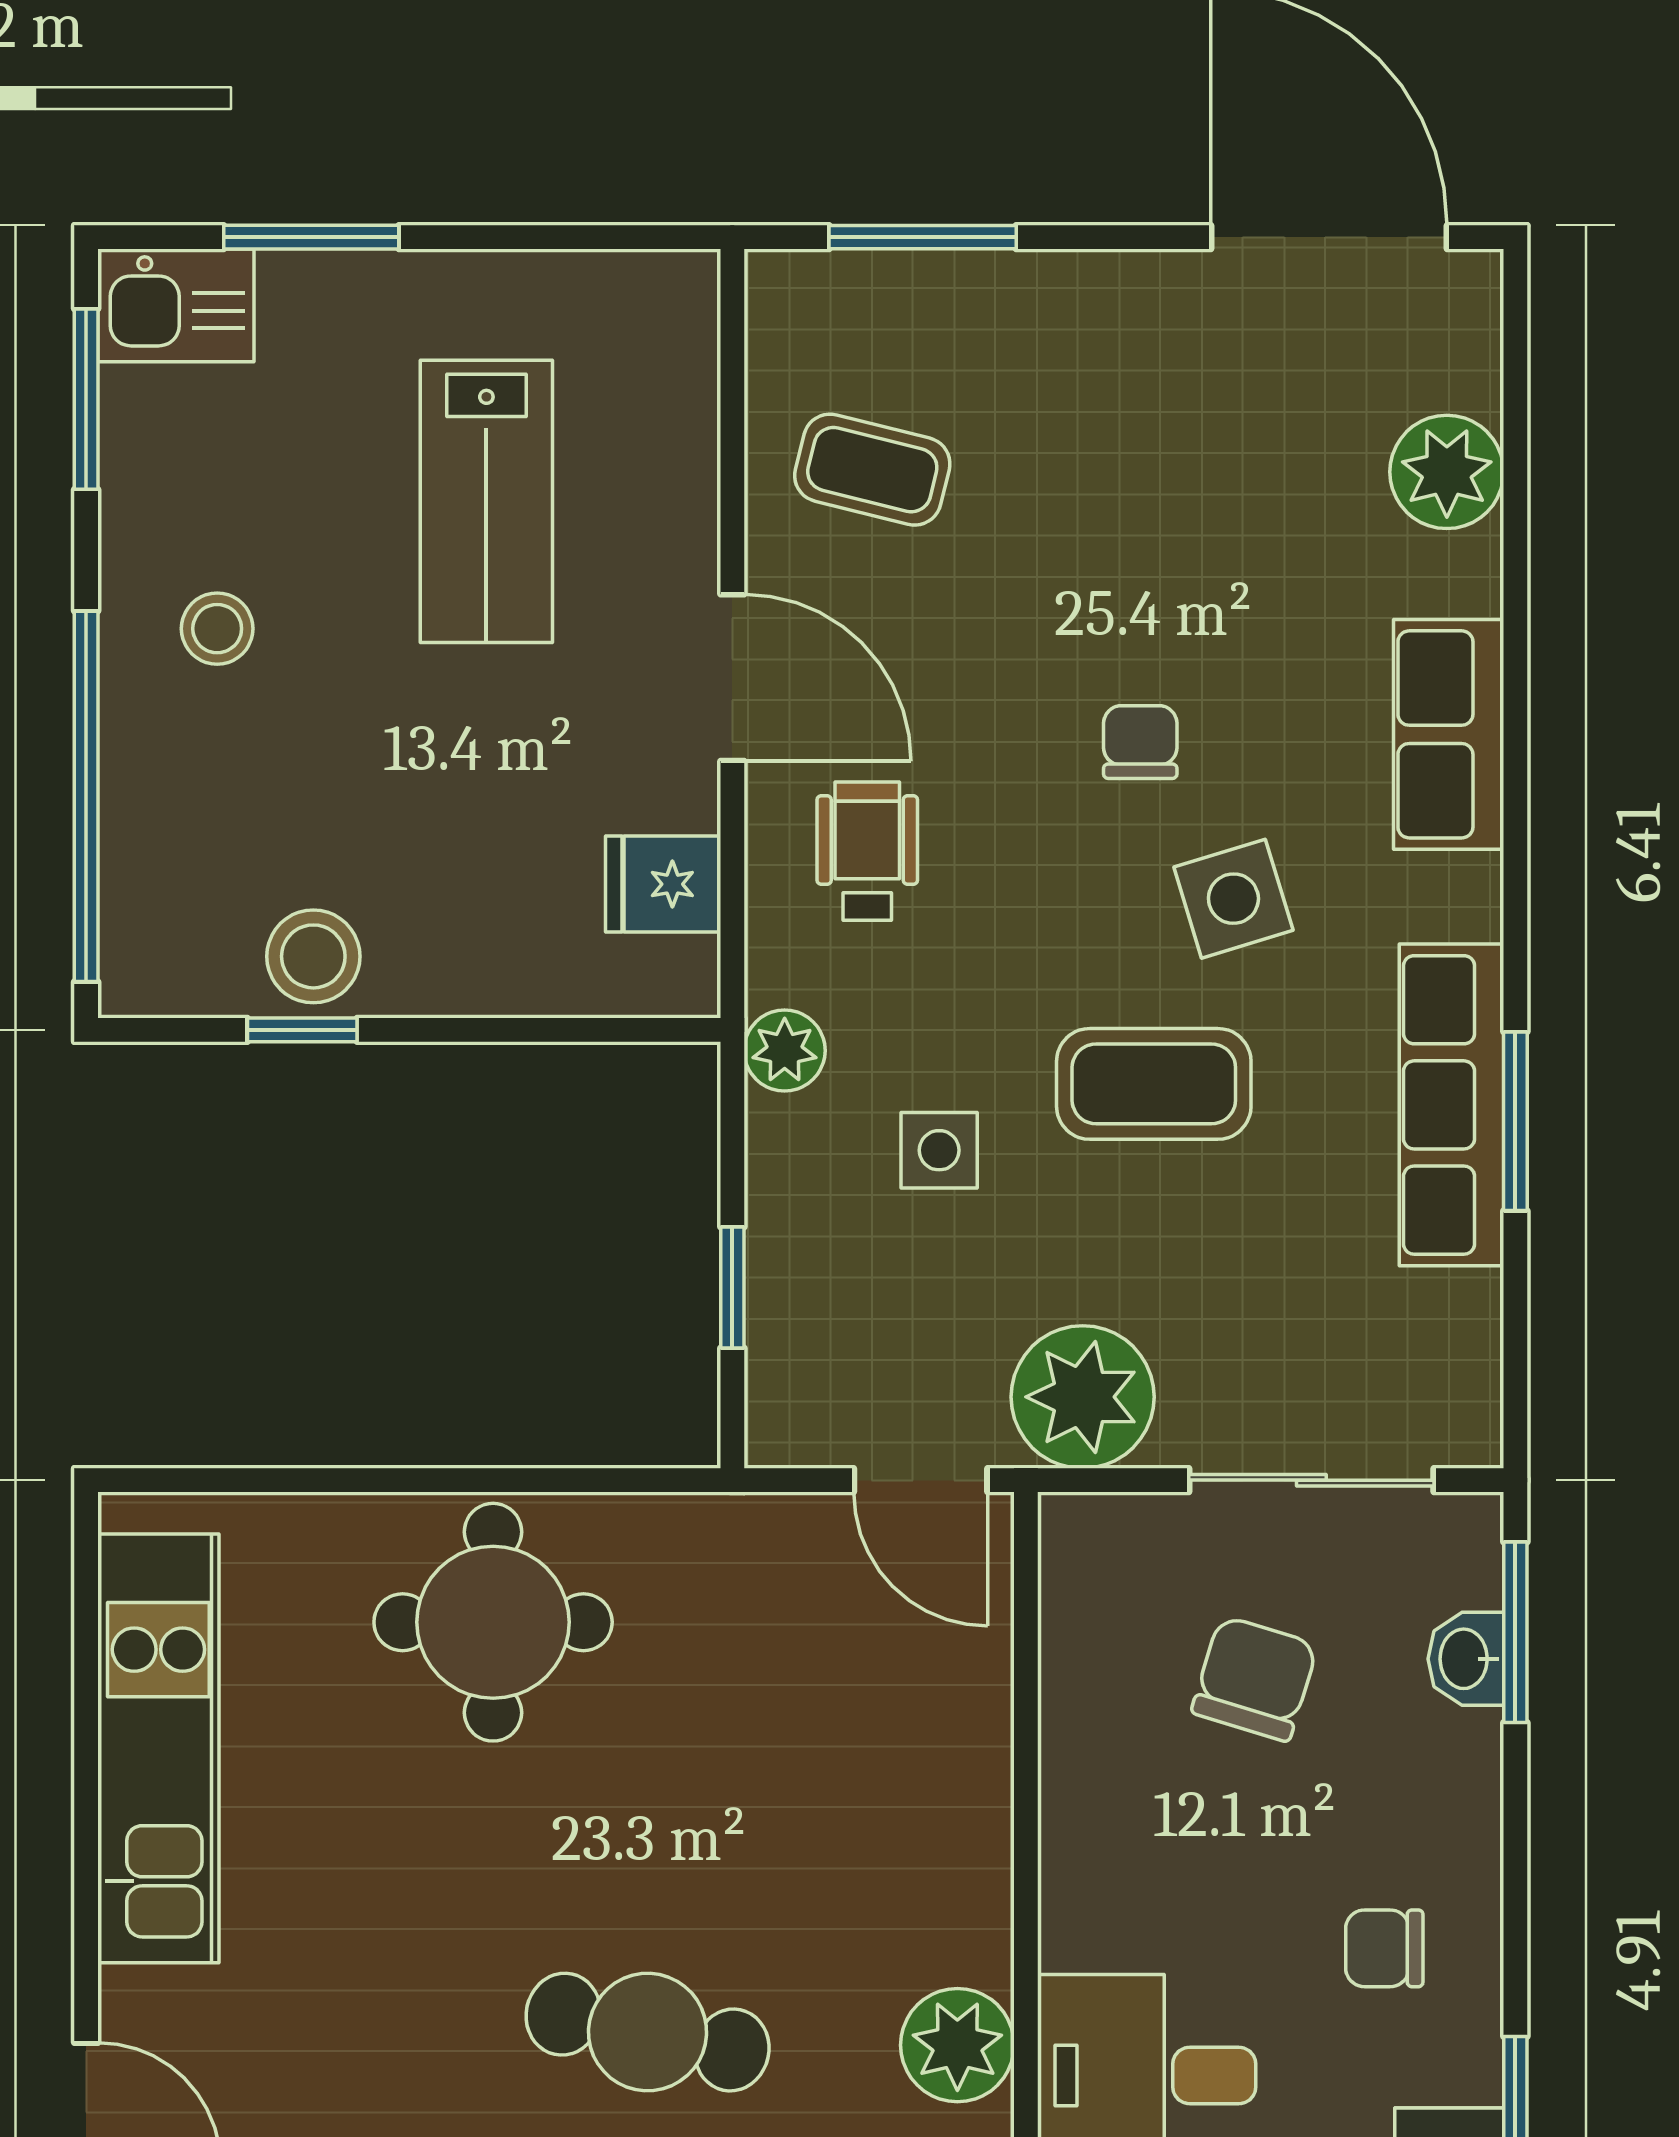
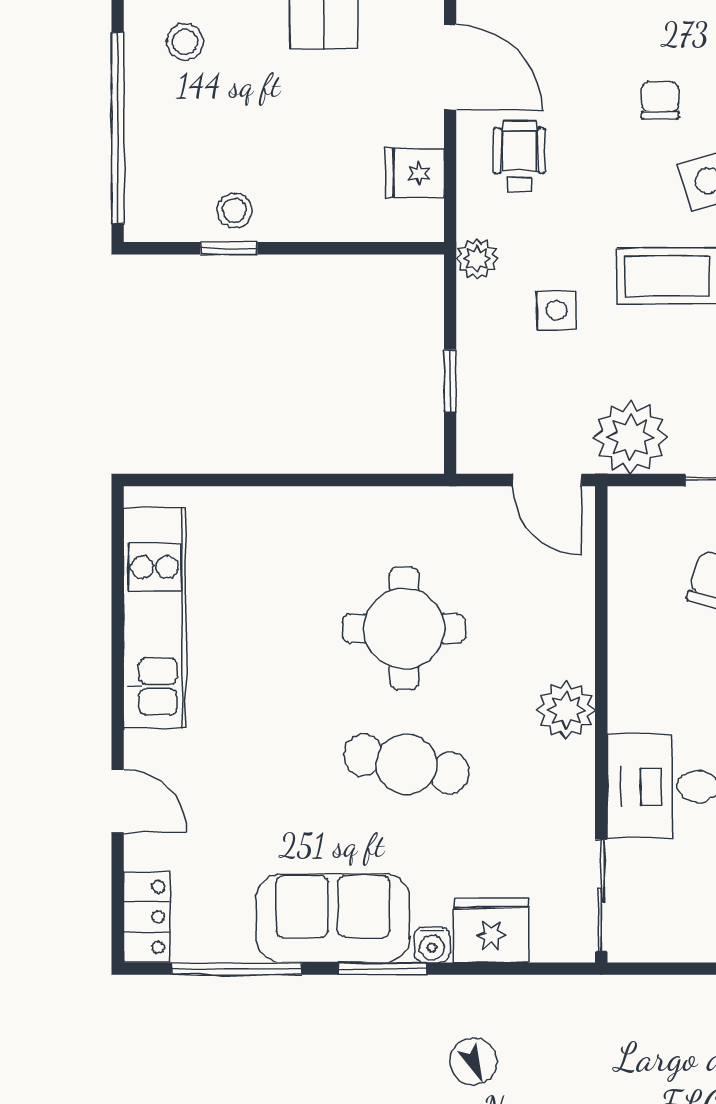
stool: (313, 956) -> (234, 210), width x0.73, depth x0.73
round table: (493, 1622) -> (404, 629), moved
plant: (957, 2045) -> (566, 710), moved

